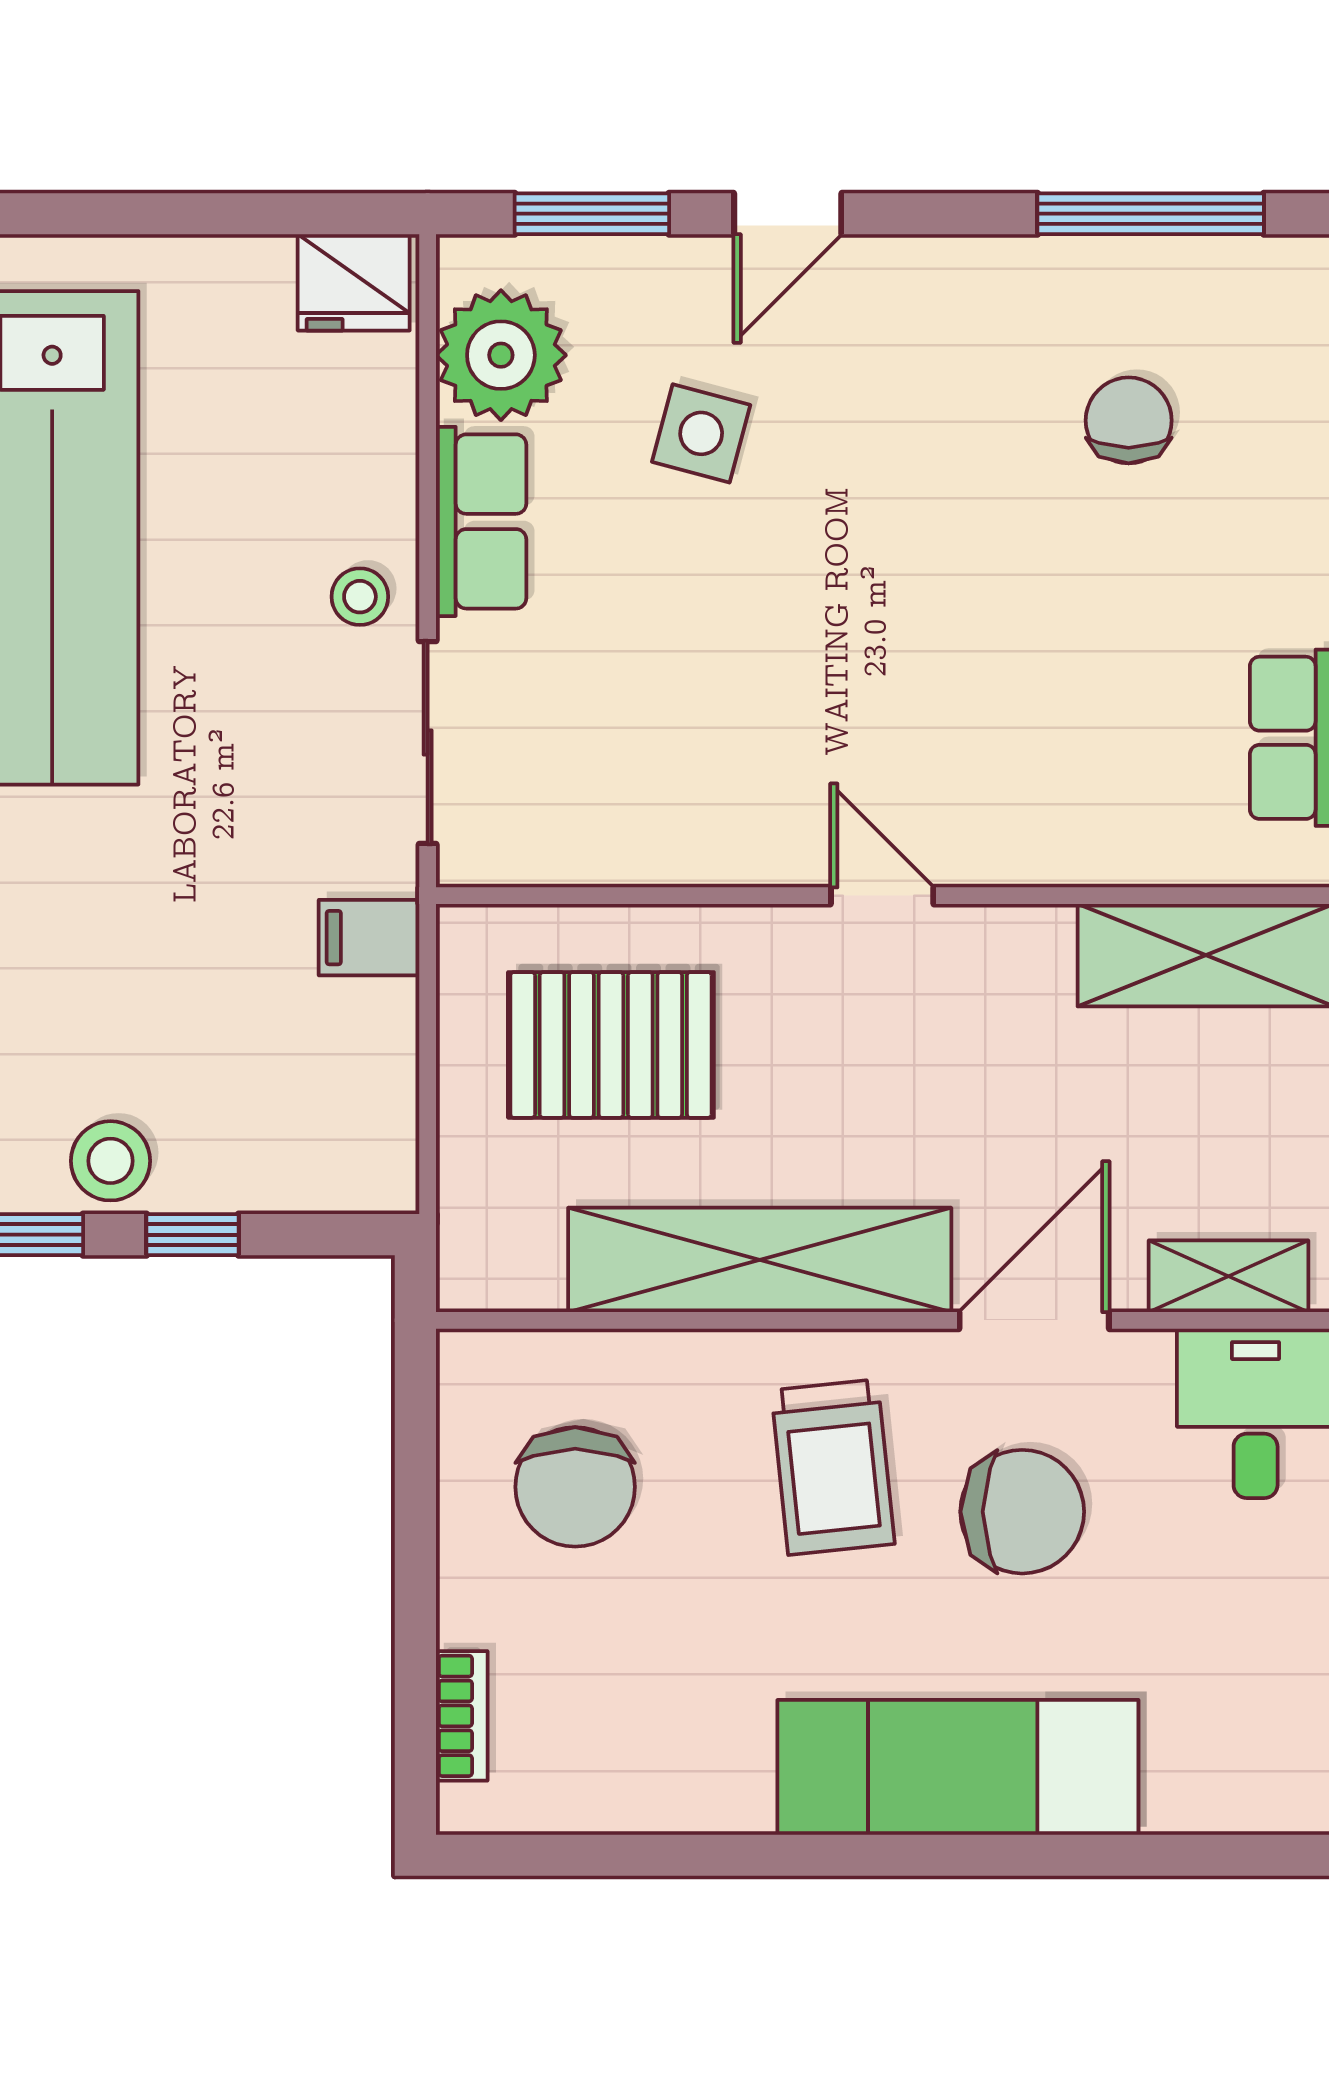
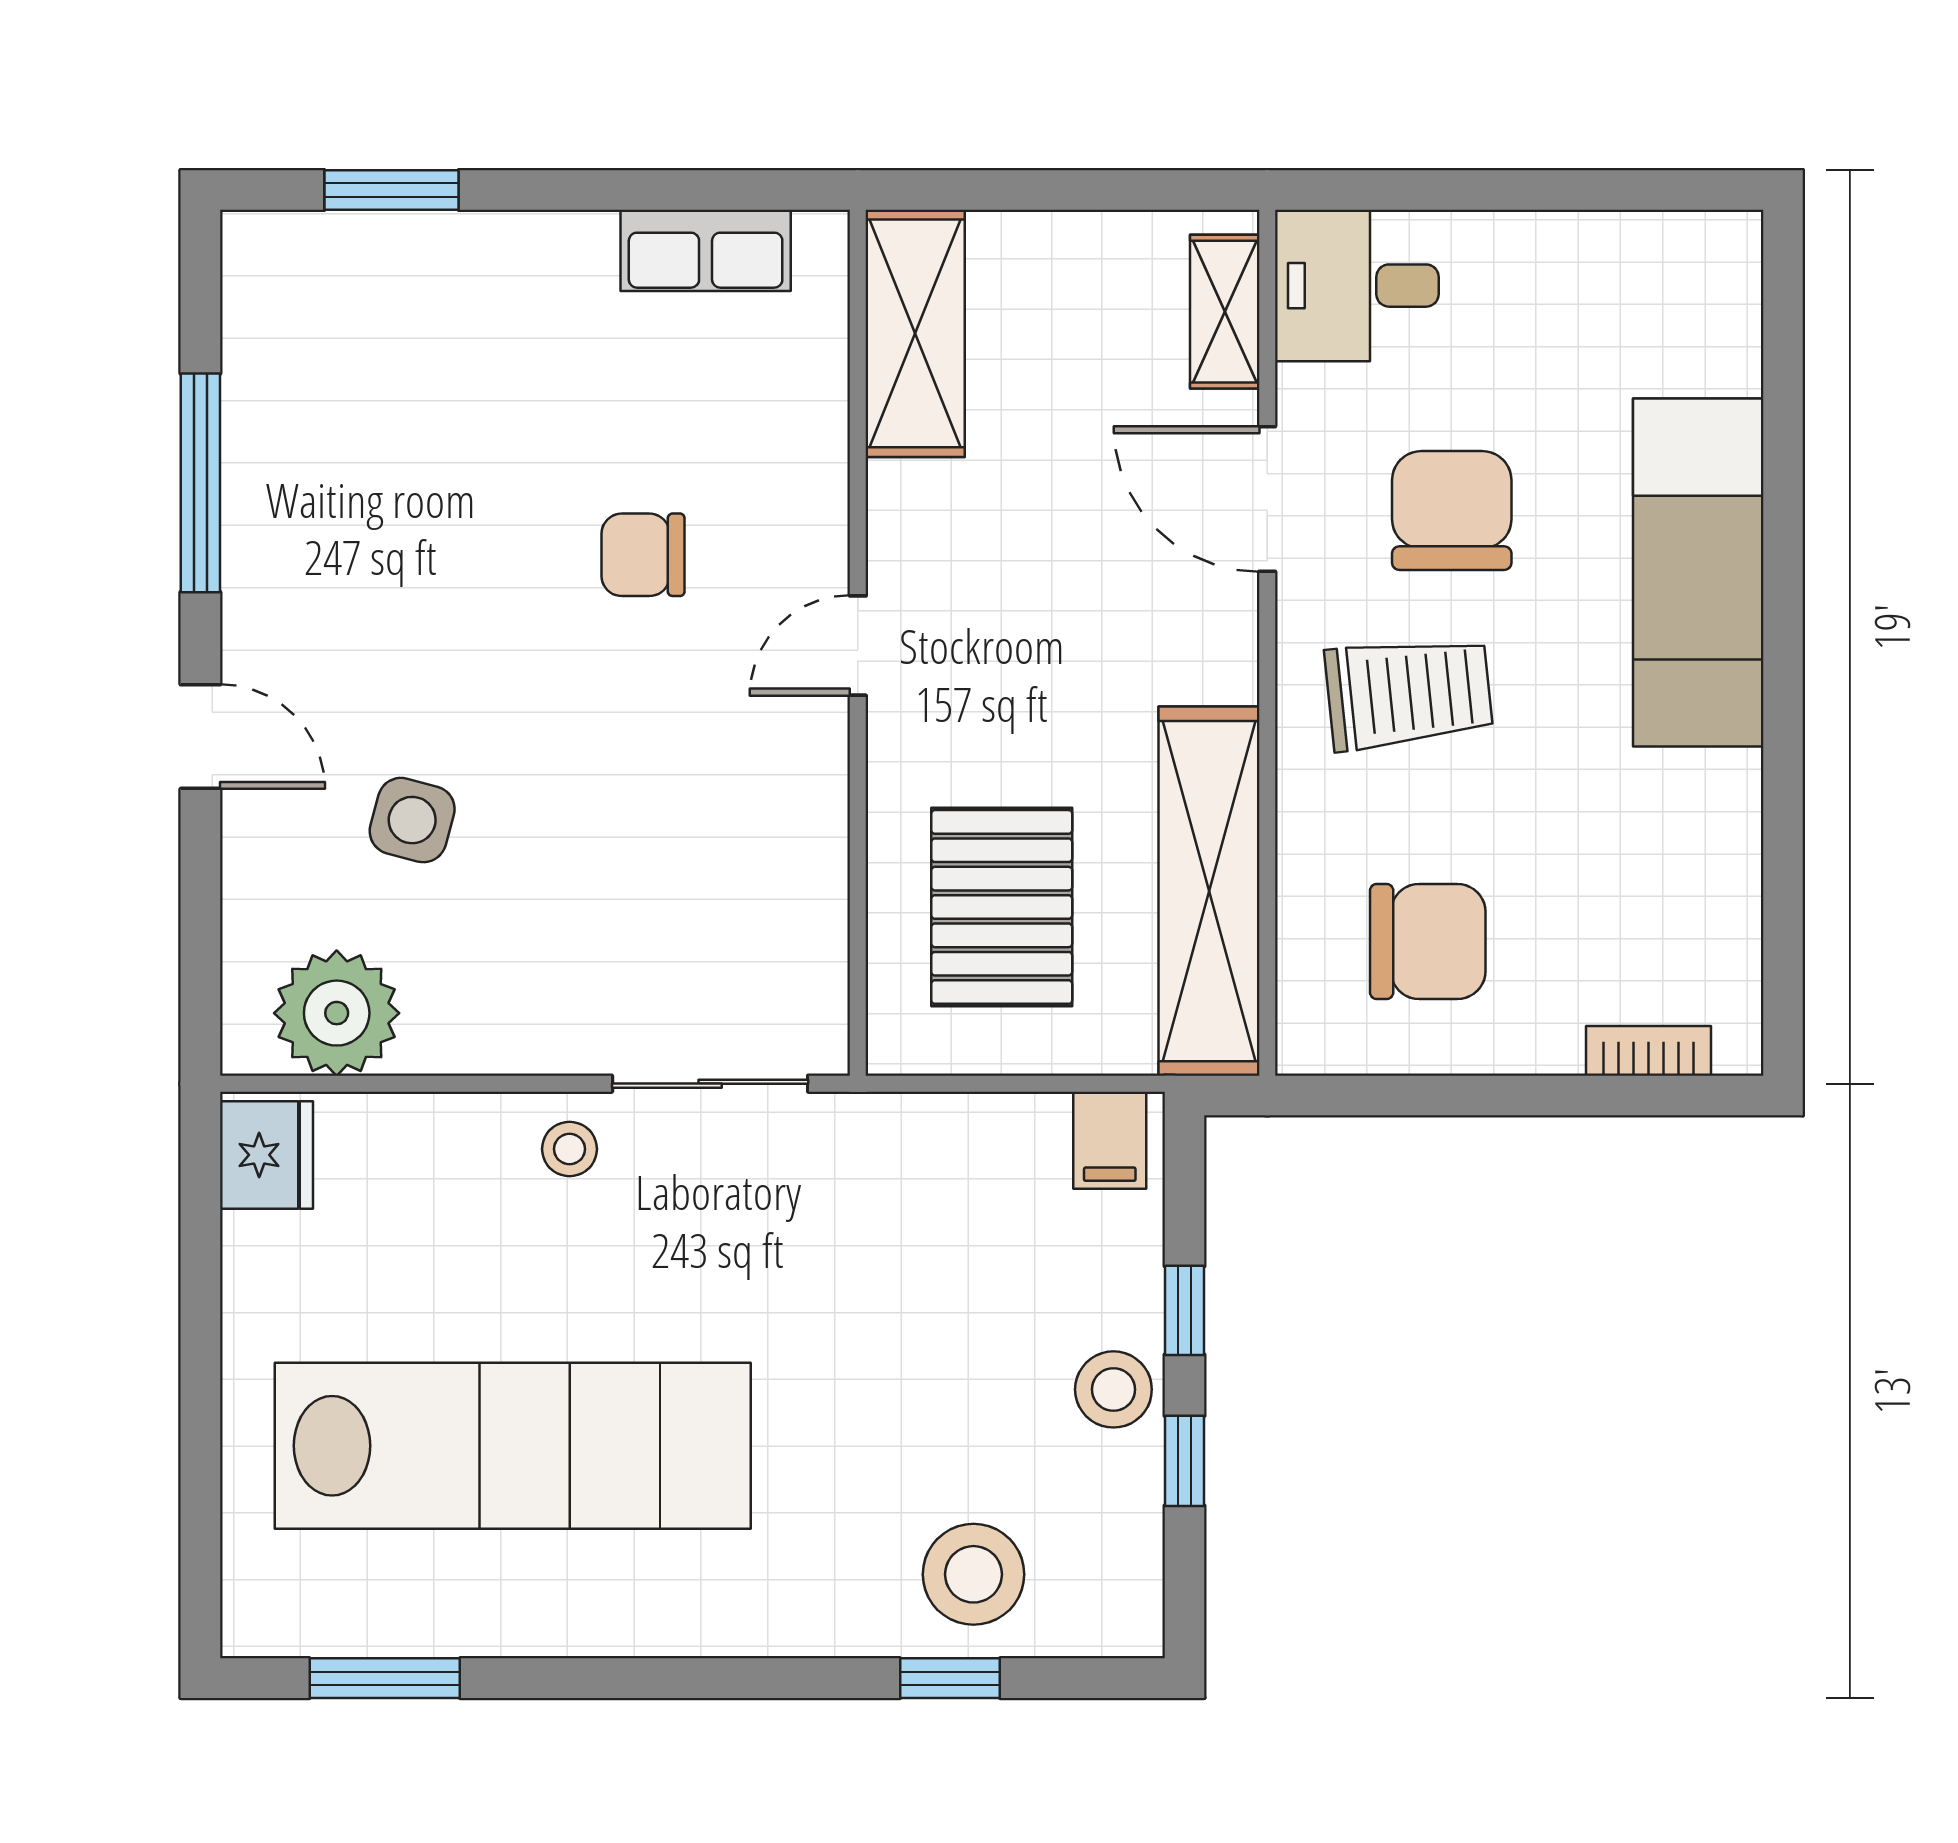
window: (592, 214) -> (200, 925), removed
window: (1151, 214) -> (200, 483), moved
chair: (1129, 420) -> (643, 555), moved
row of seats: (481, 521) -> (497, 1032), removed
filing cabinet: (369, 938) -> (1110, 1140), moved
shelving: (760, 1260) -> (1209, 891), moved

